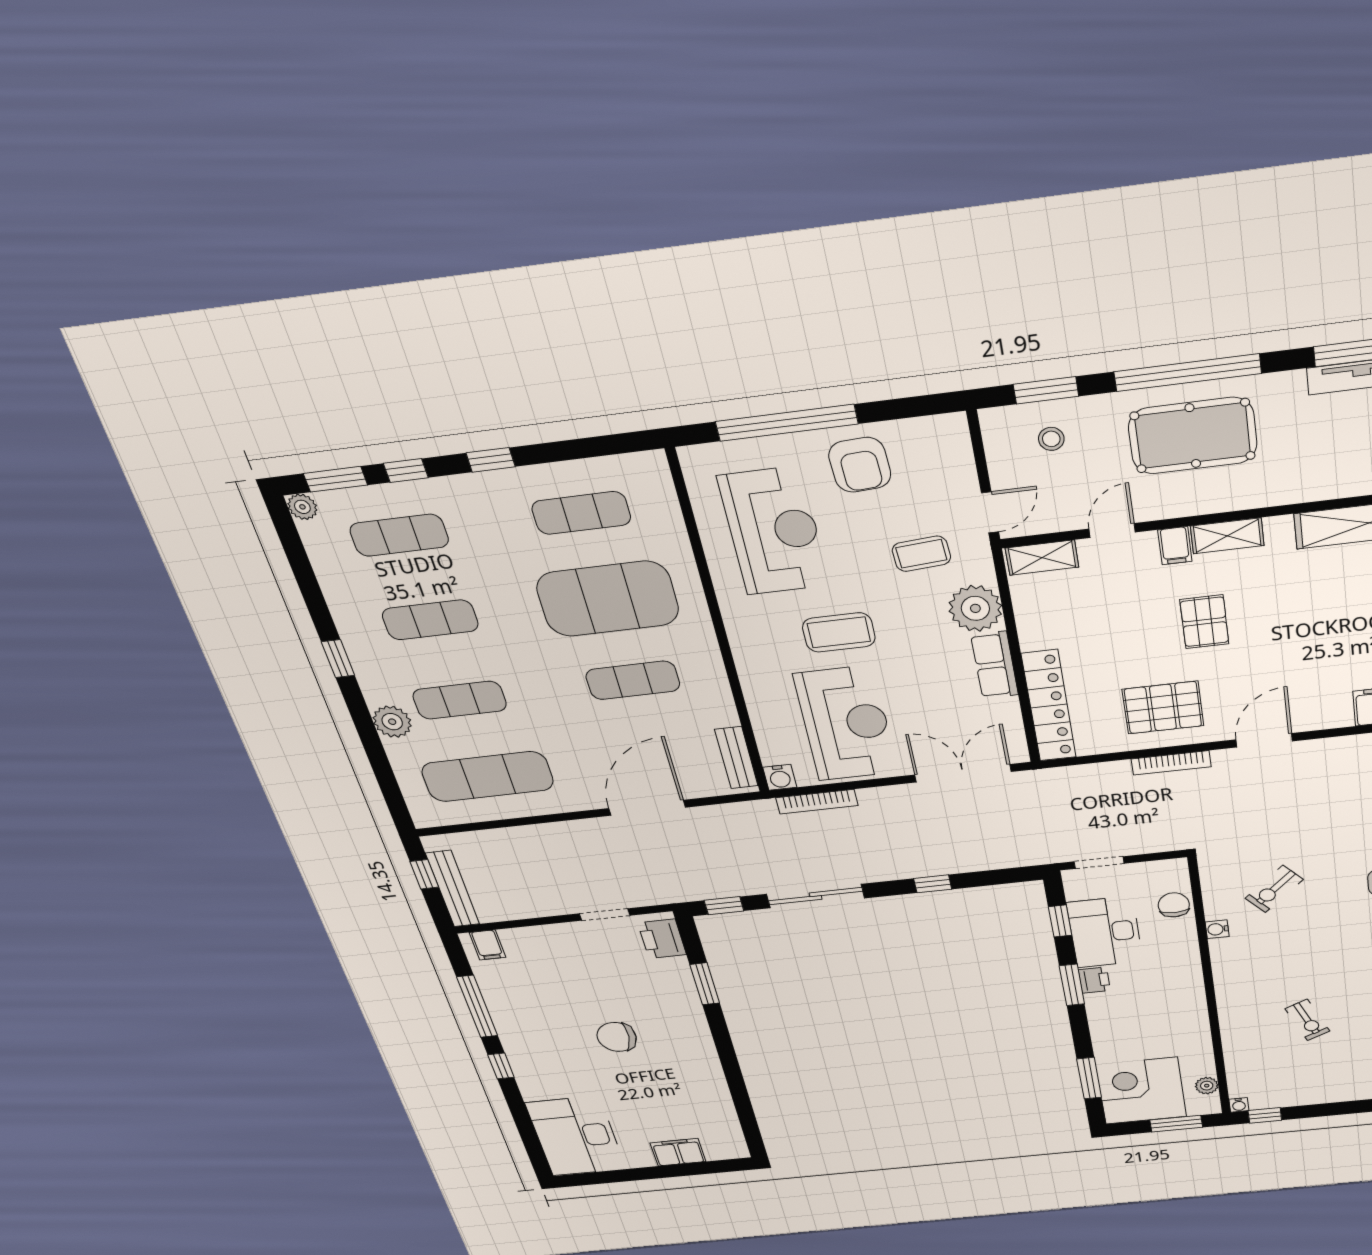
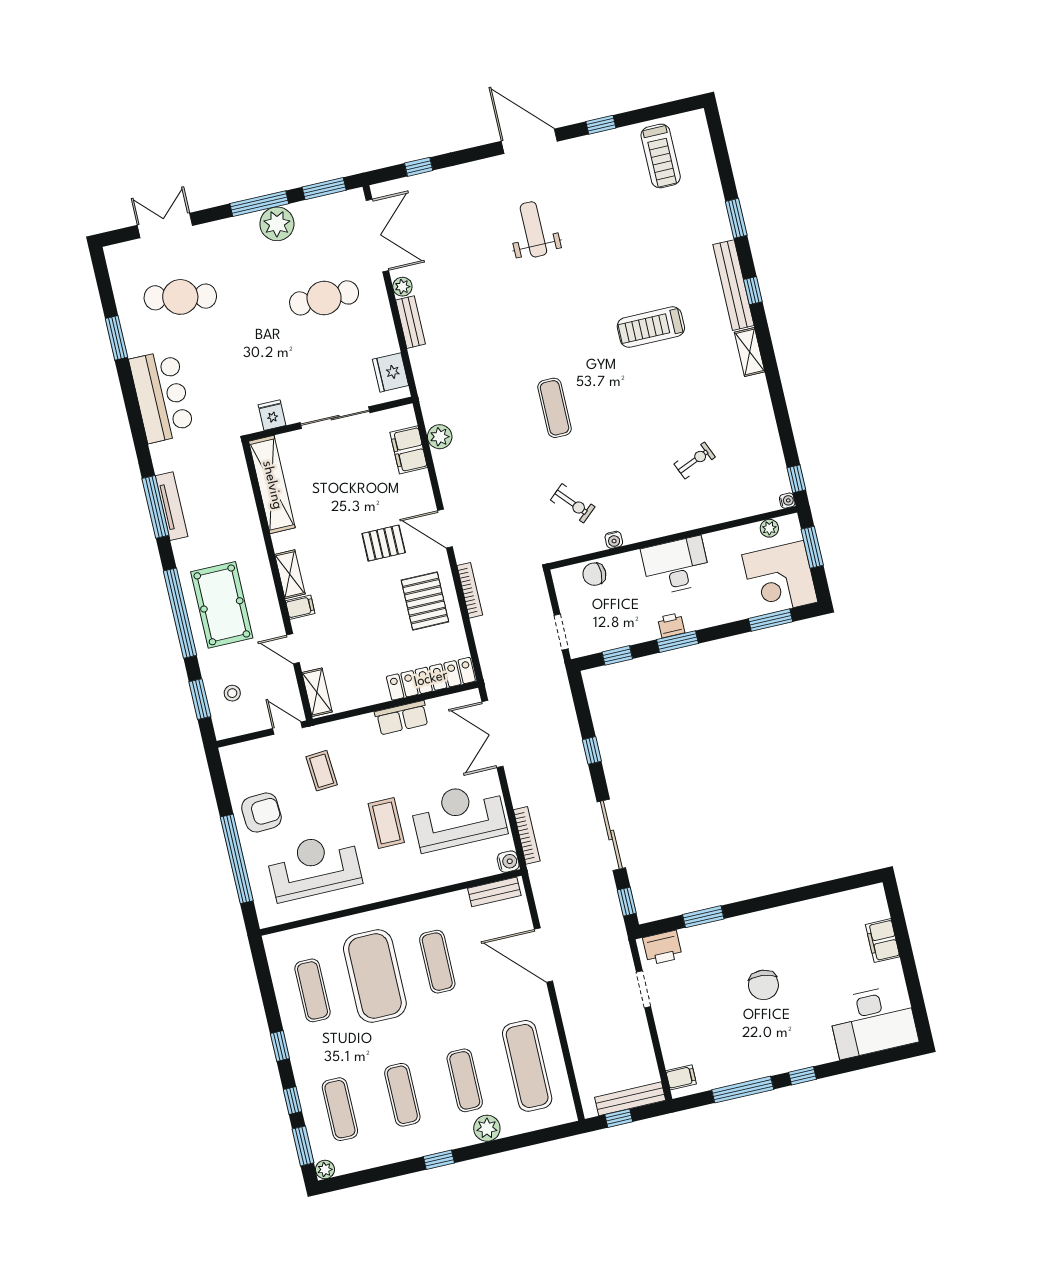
plant: (975, 608) -> (359, 733), removed
pallet: (1204, 622) -> (384, 543), moved
desk: (1105, 932) -> (676, 566), moved, turned 180

